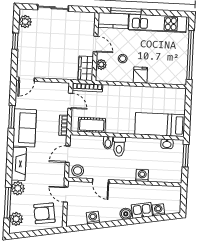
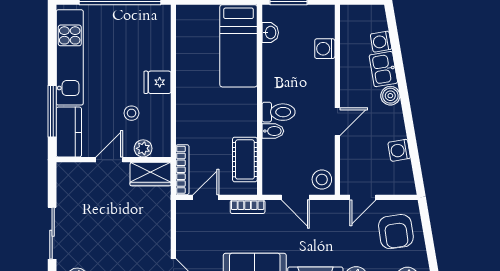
washing machine: (142, 175) -> (325, 49), moved
door: (101, 181) -> (337, 122), moved

